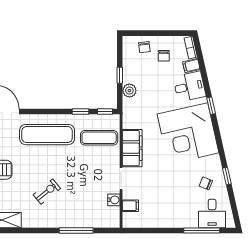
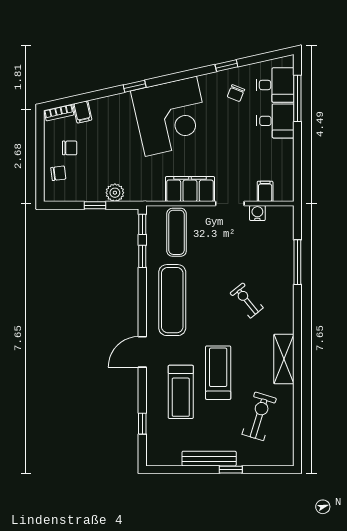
desk: (189, 87) -> (275, 121), moved, turned 103

